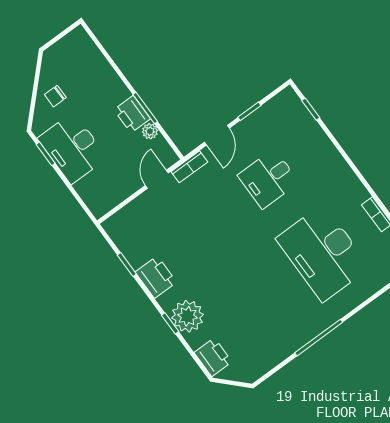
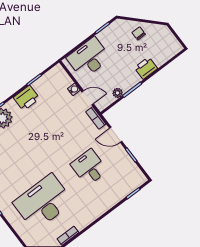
printer: (132, 114) -> (146, 68), moved
desk: (72, 148) -> (89, 58), moved
water cooler: (143, 201) -> (74, 89), added

